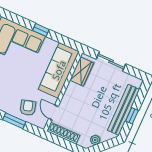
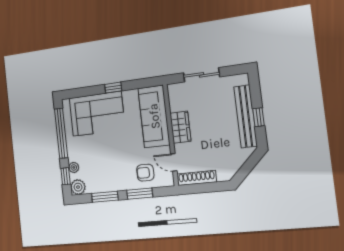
wardrobe: (82, 72) -> (180, 127), moved
armchair: (28, 108) -> (145, 173), turned -75
plant: (95, 140) -> (234, 166), removed

